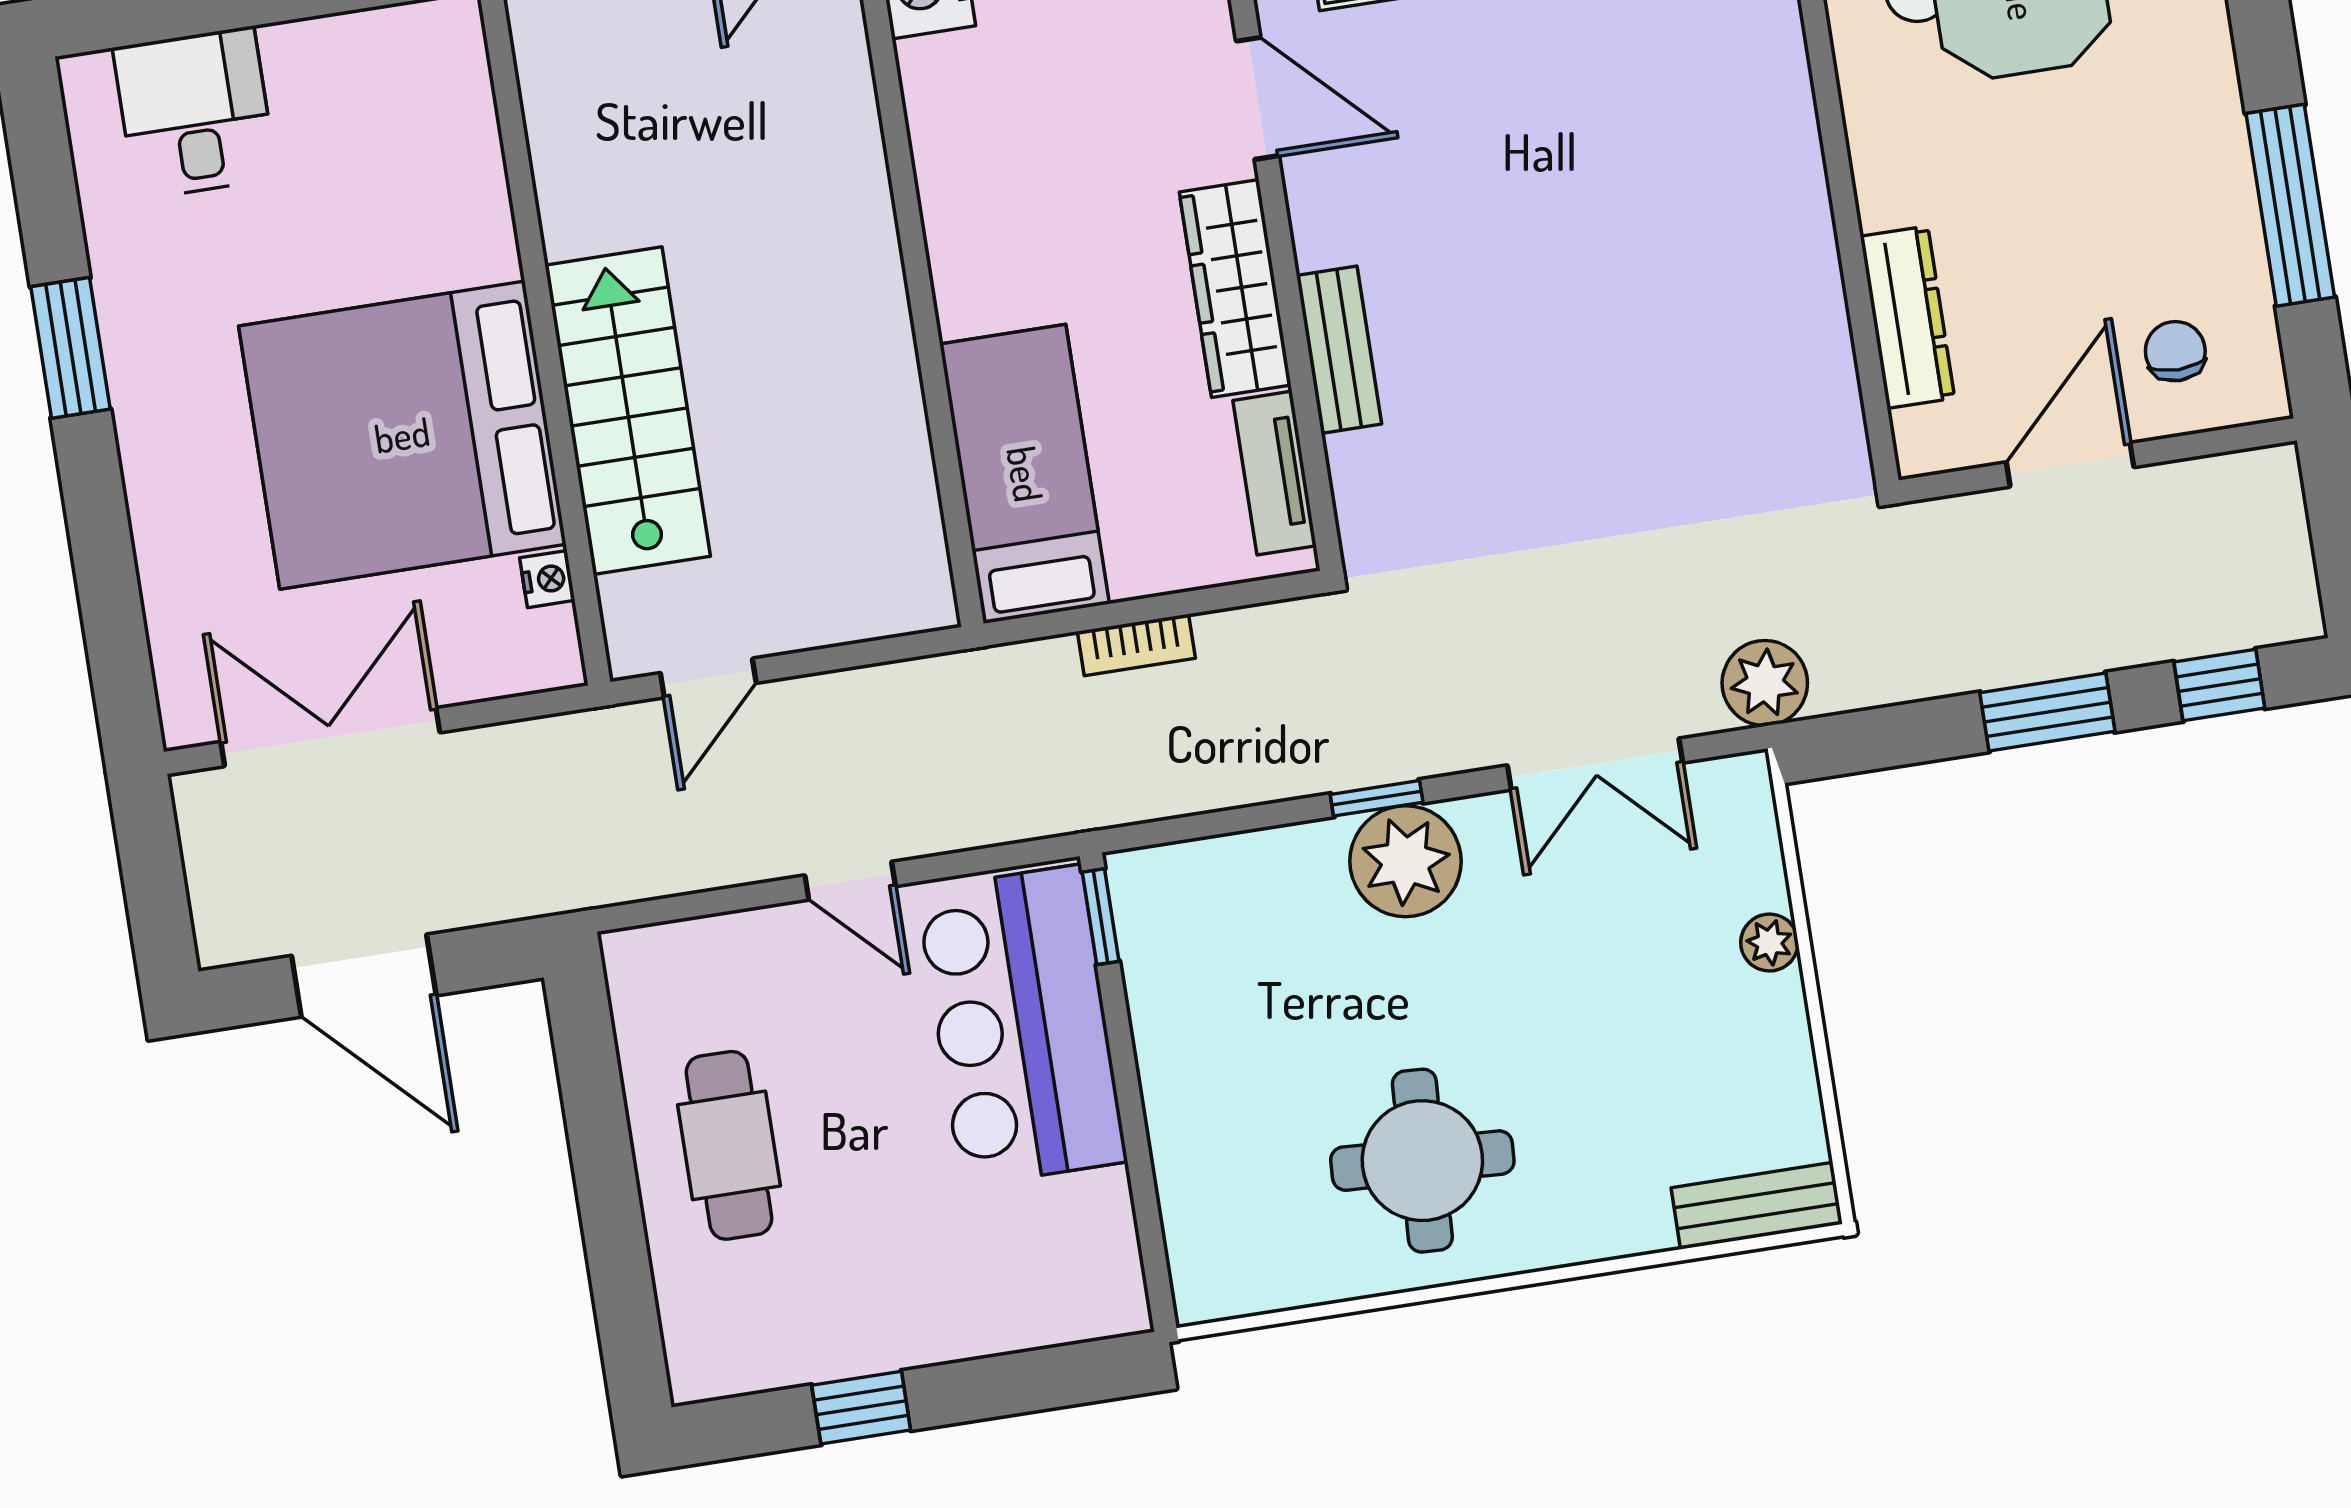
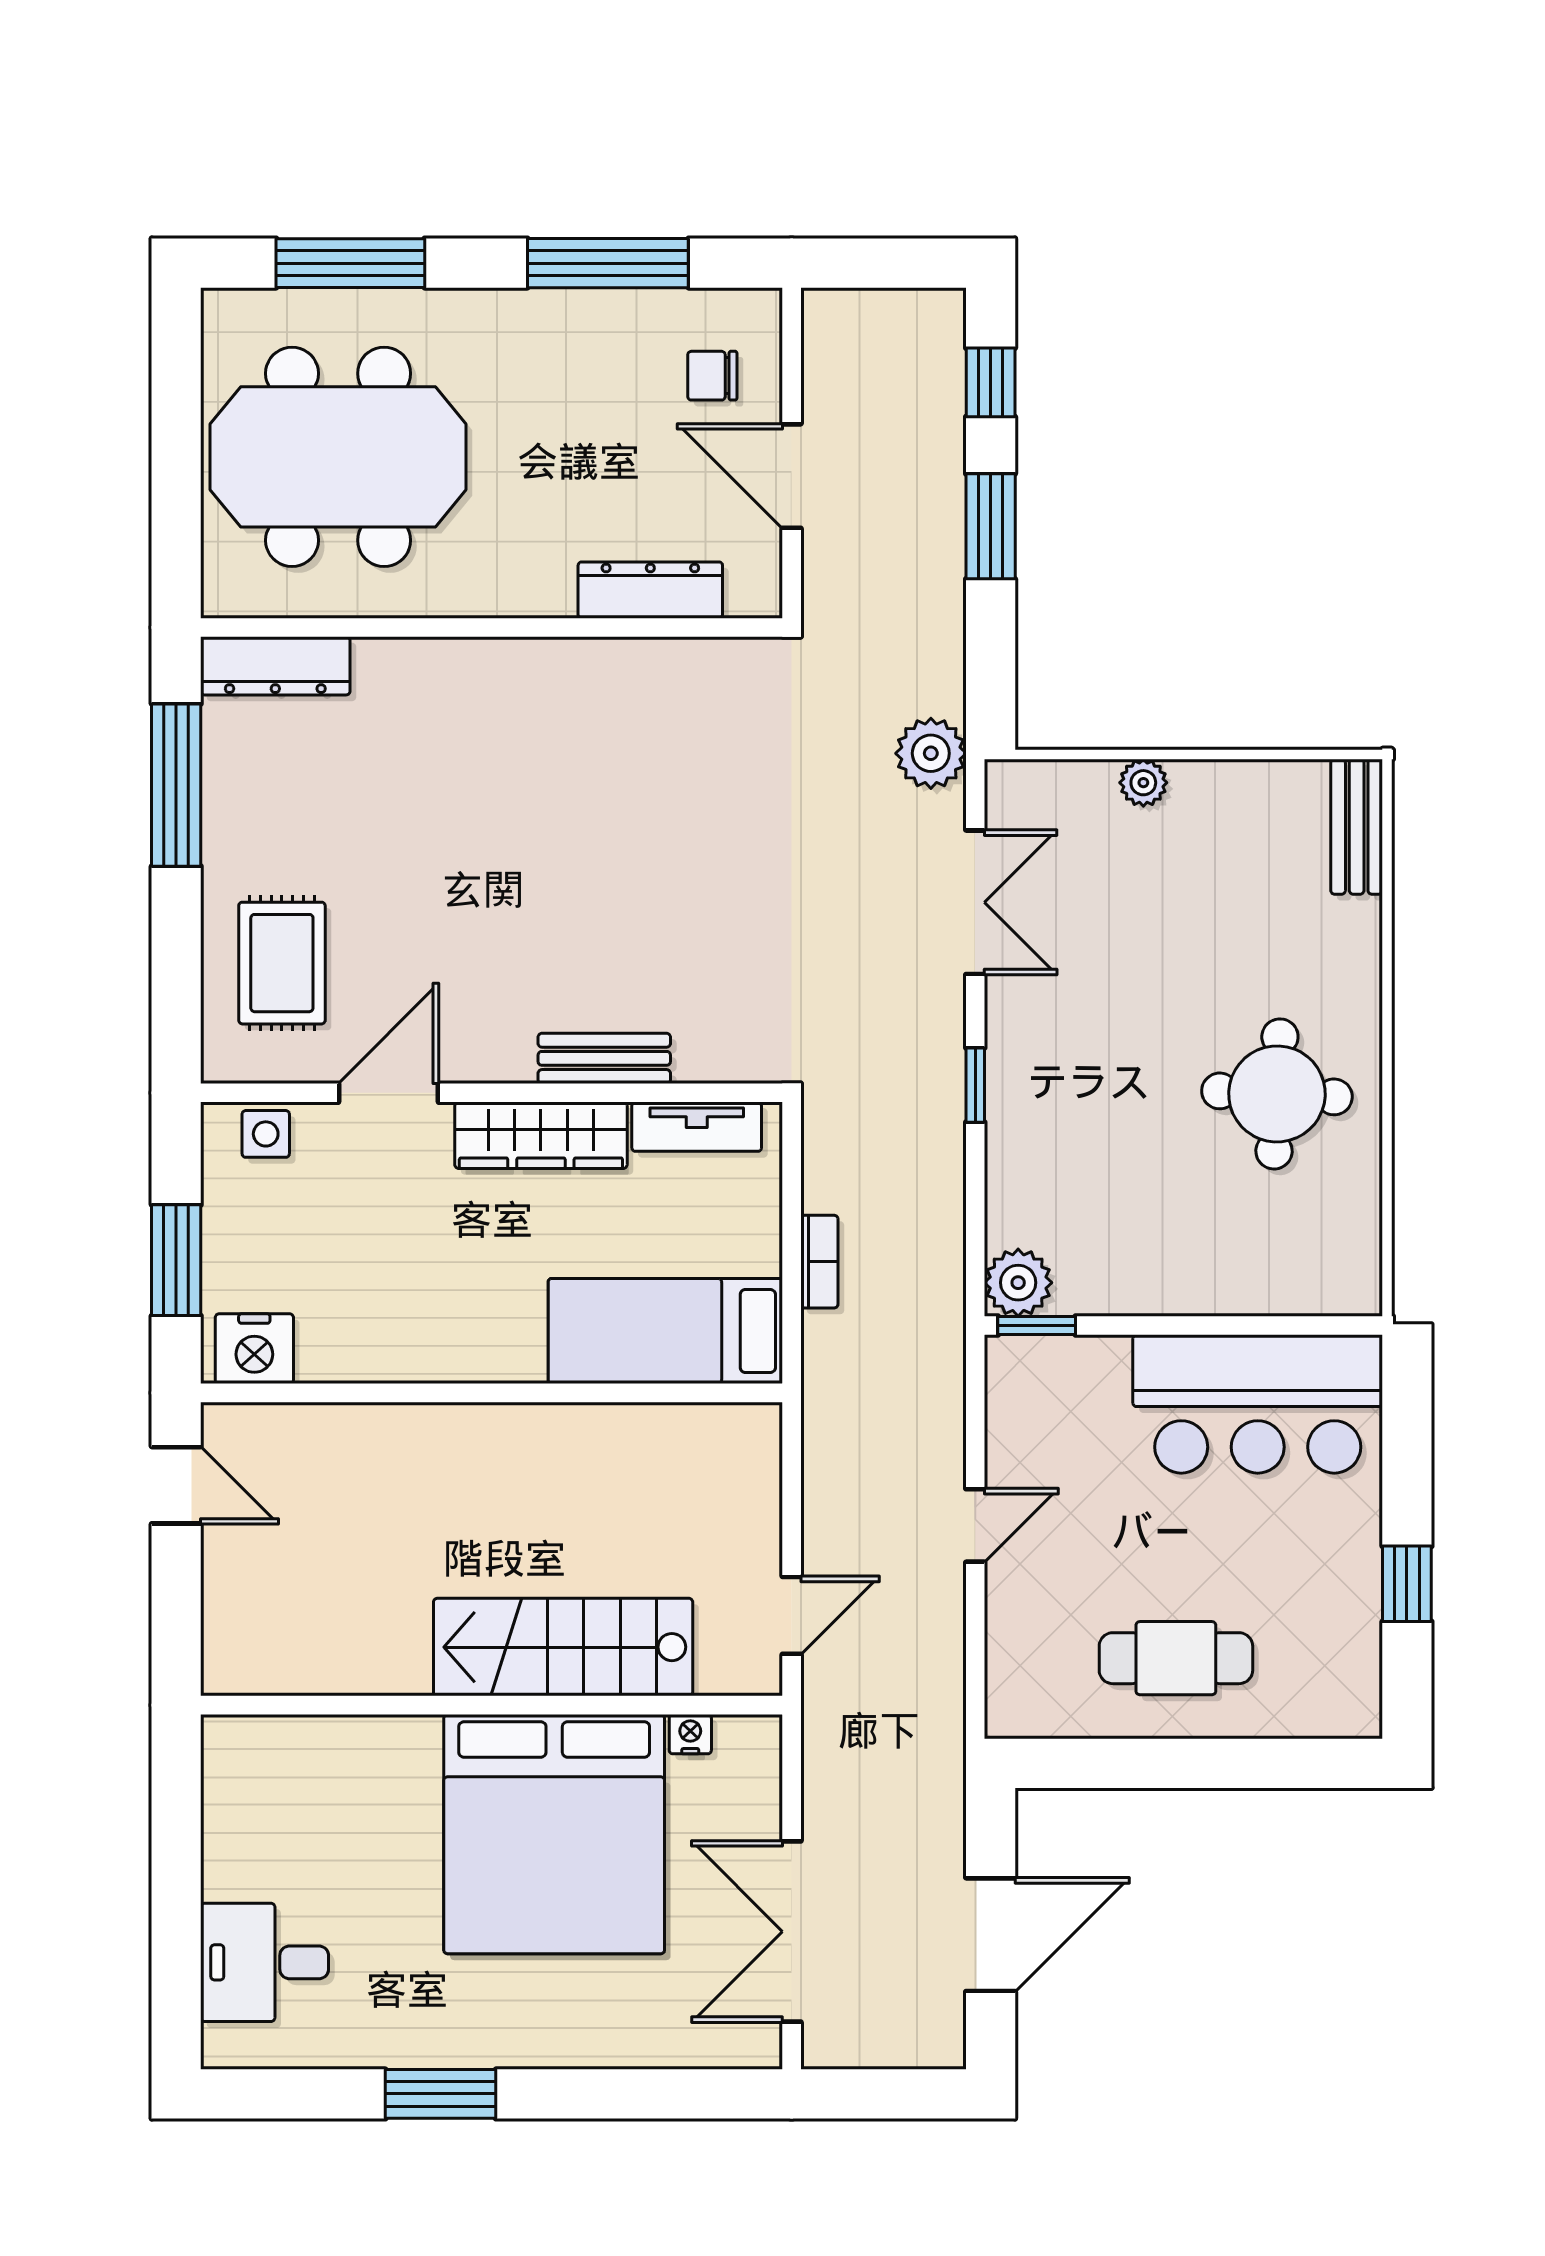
door: (708, 678) -> (792, 1615), hinge flipped
plant: (1406, 861) -> (1018, 1283), moved, width x0.73, depth x0.73
bar counter: (1022, 1026) -> (1258, 1404), moved

